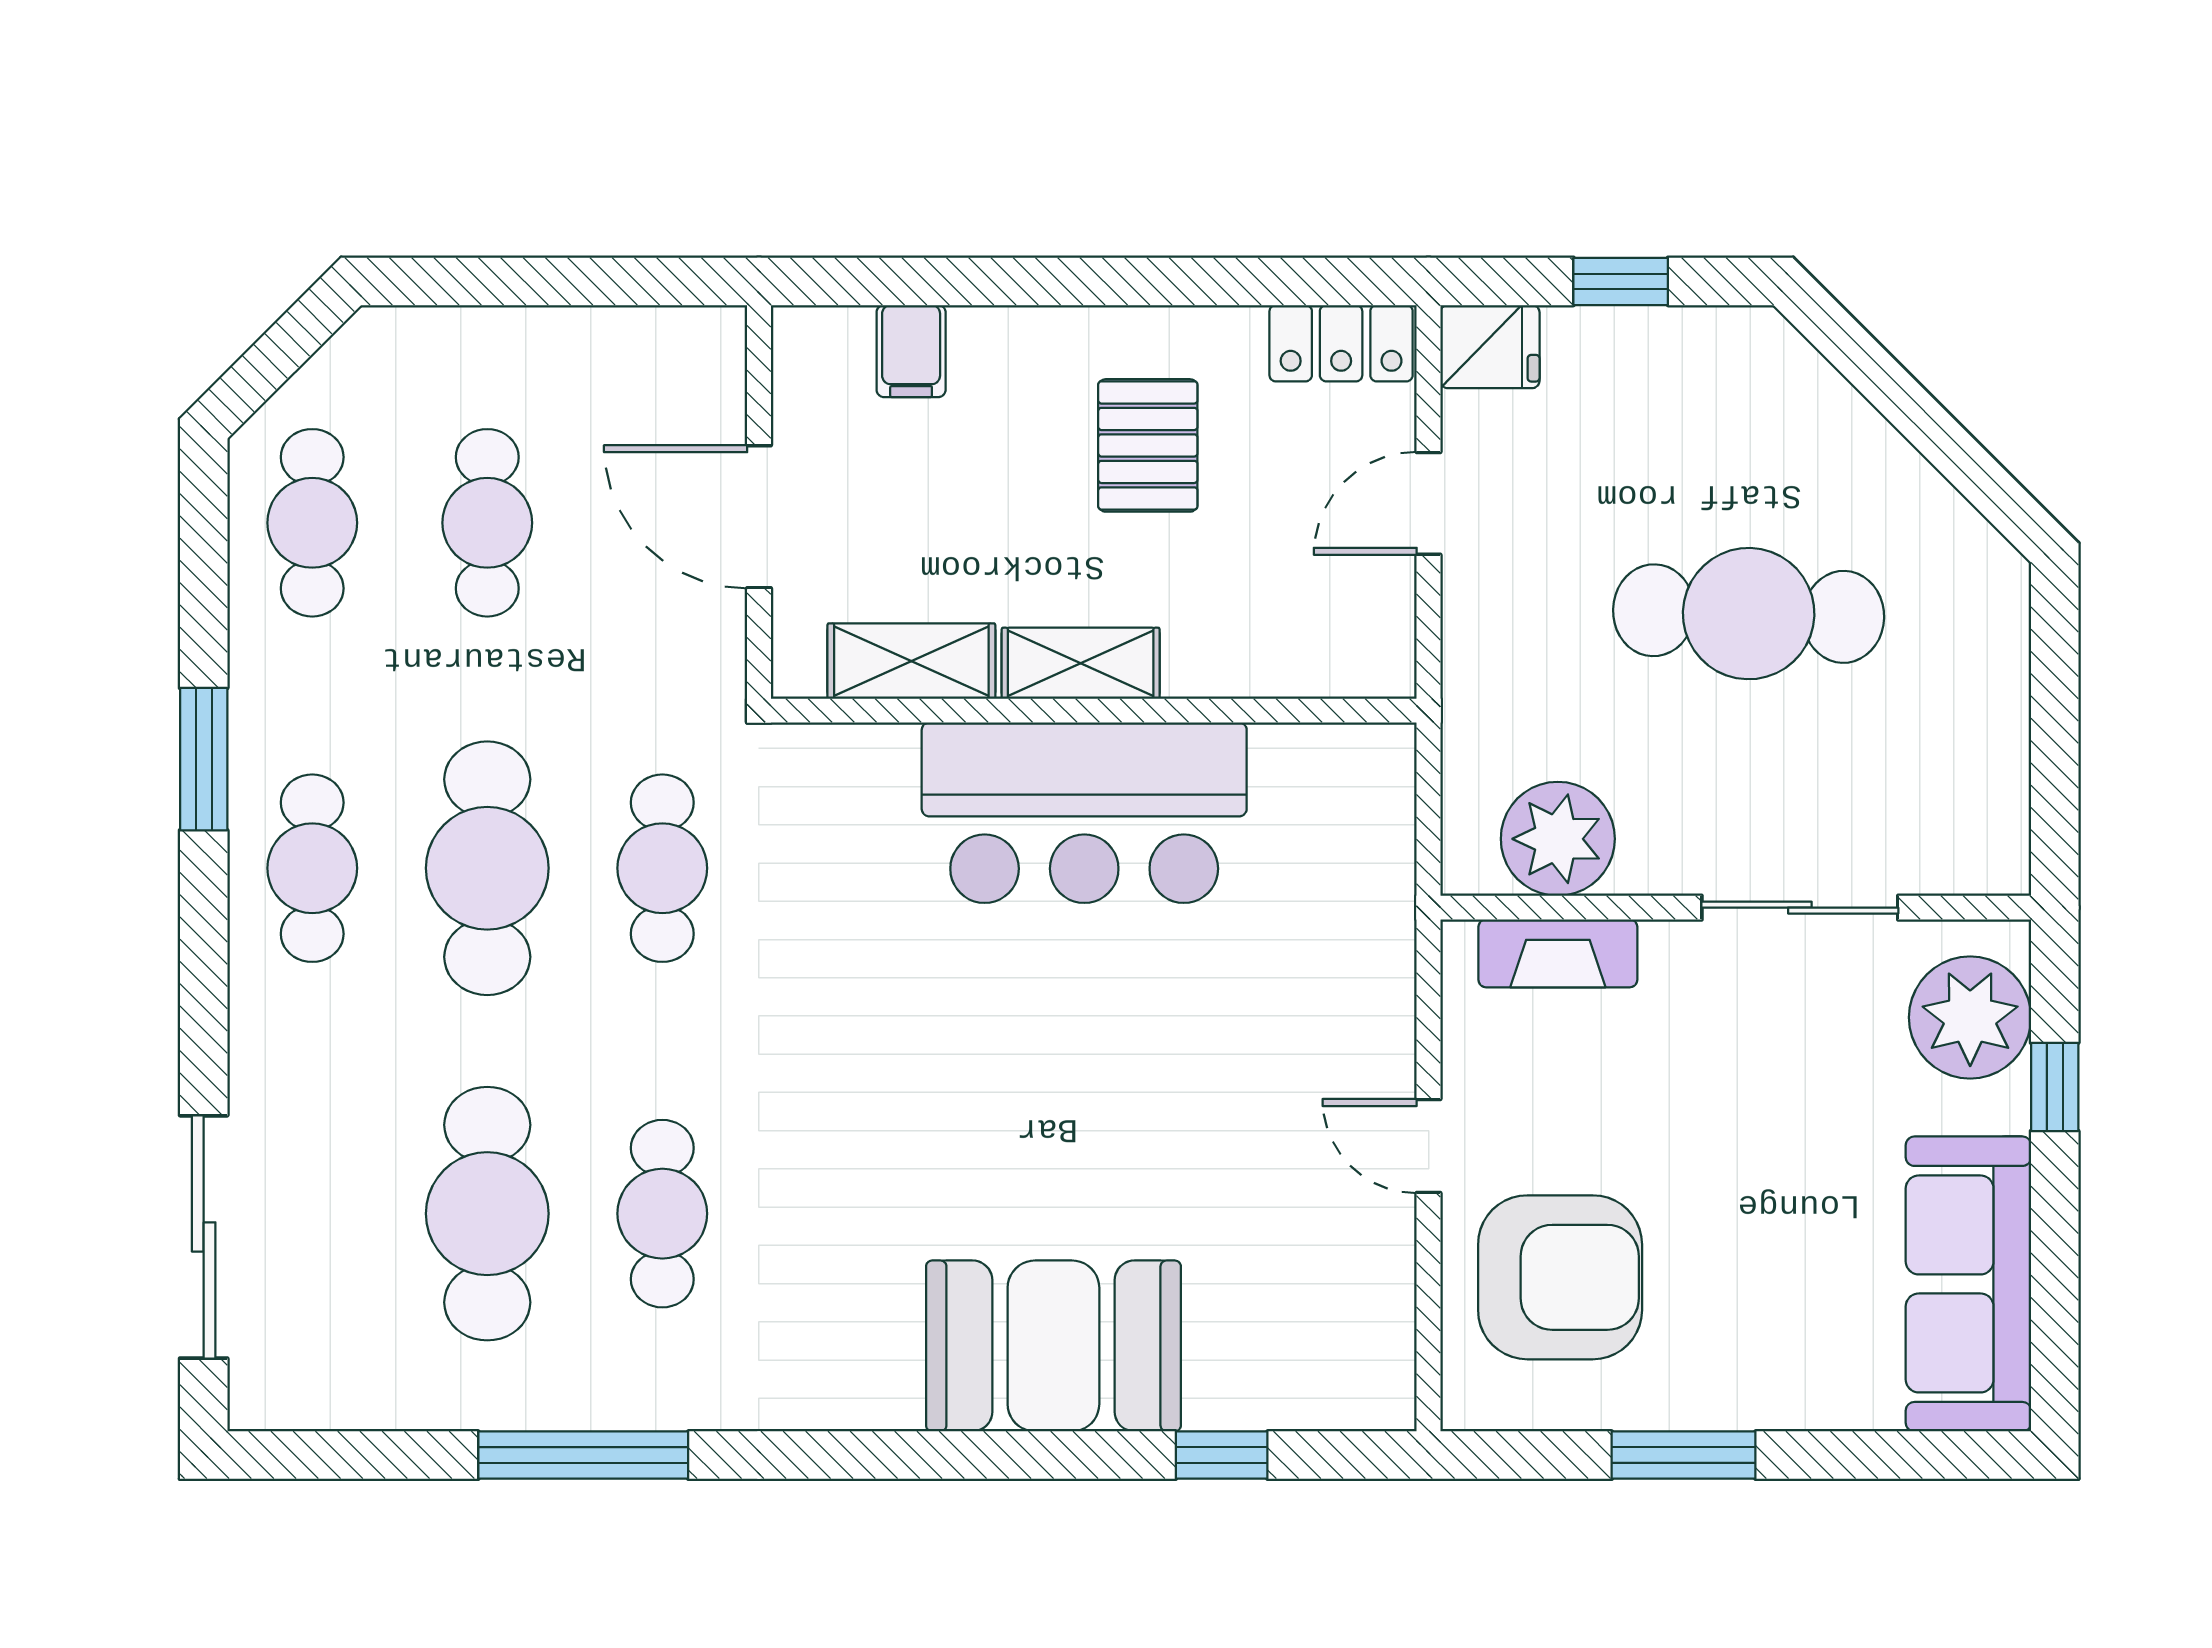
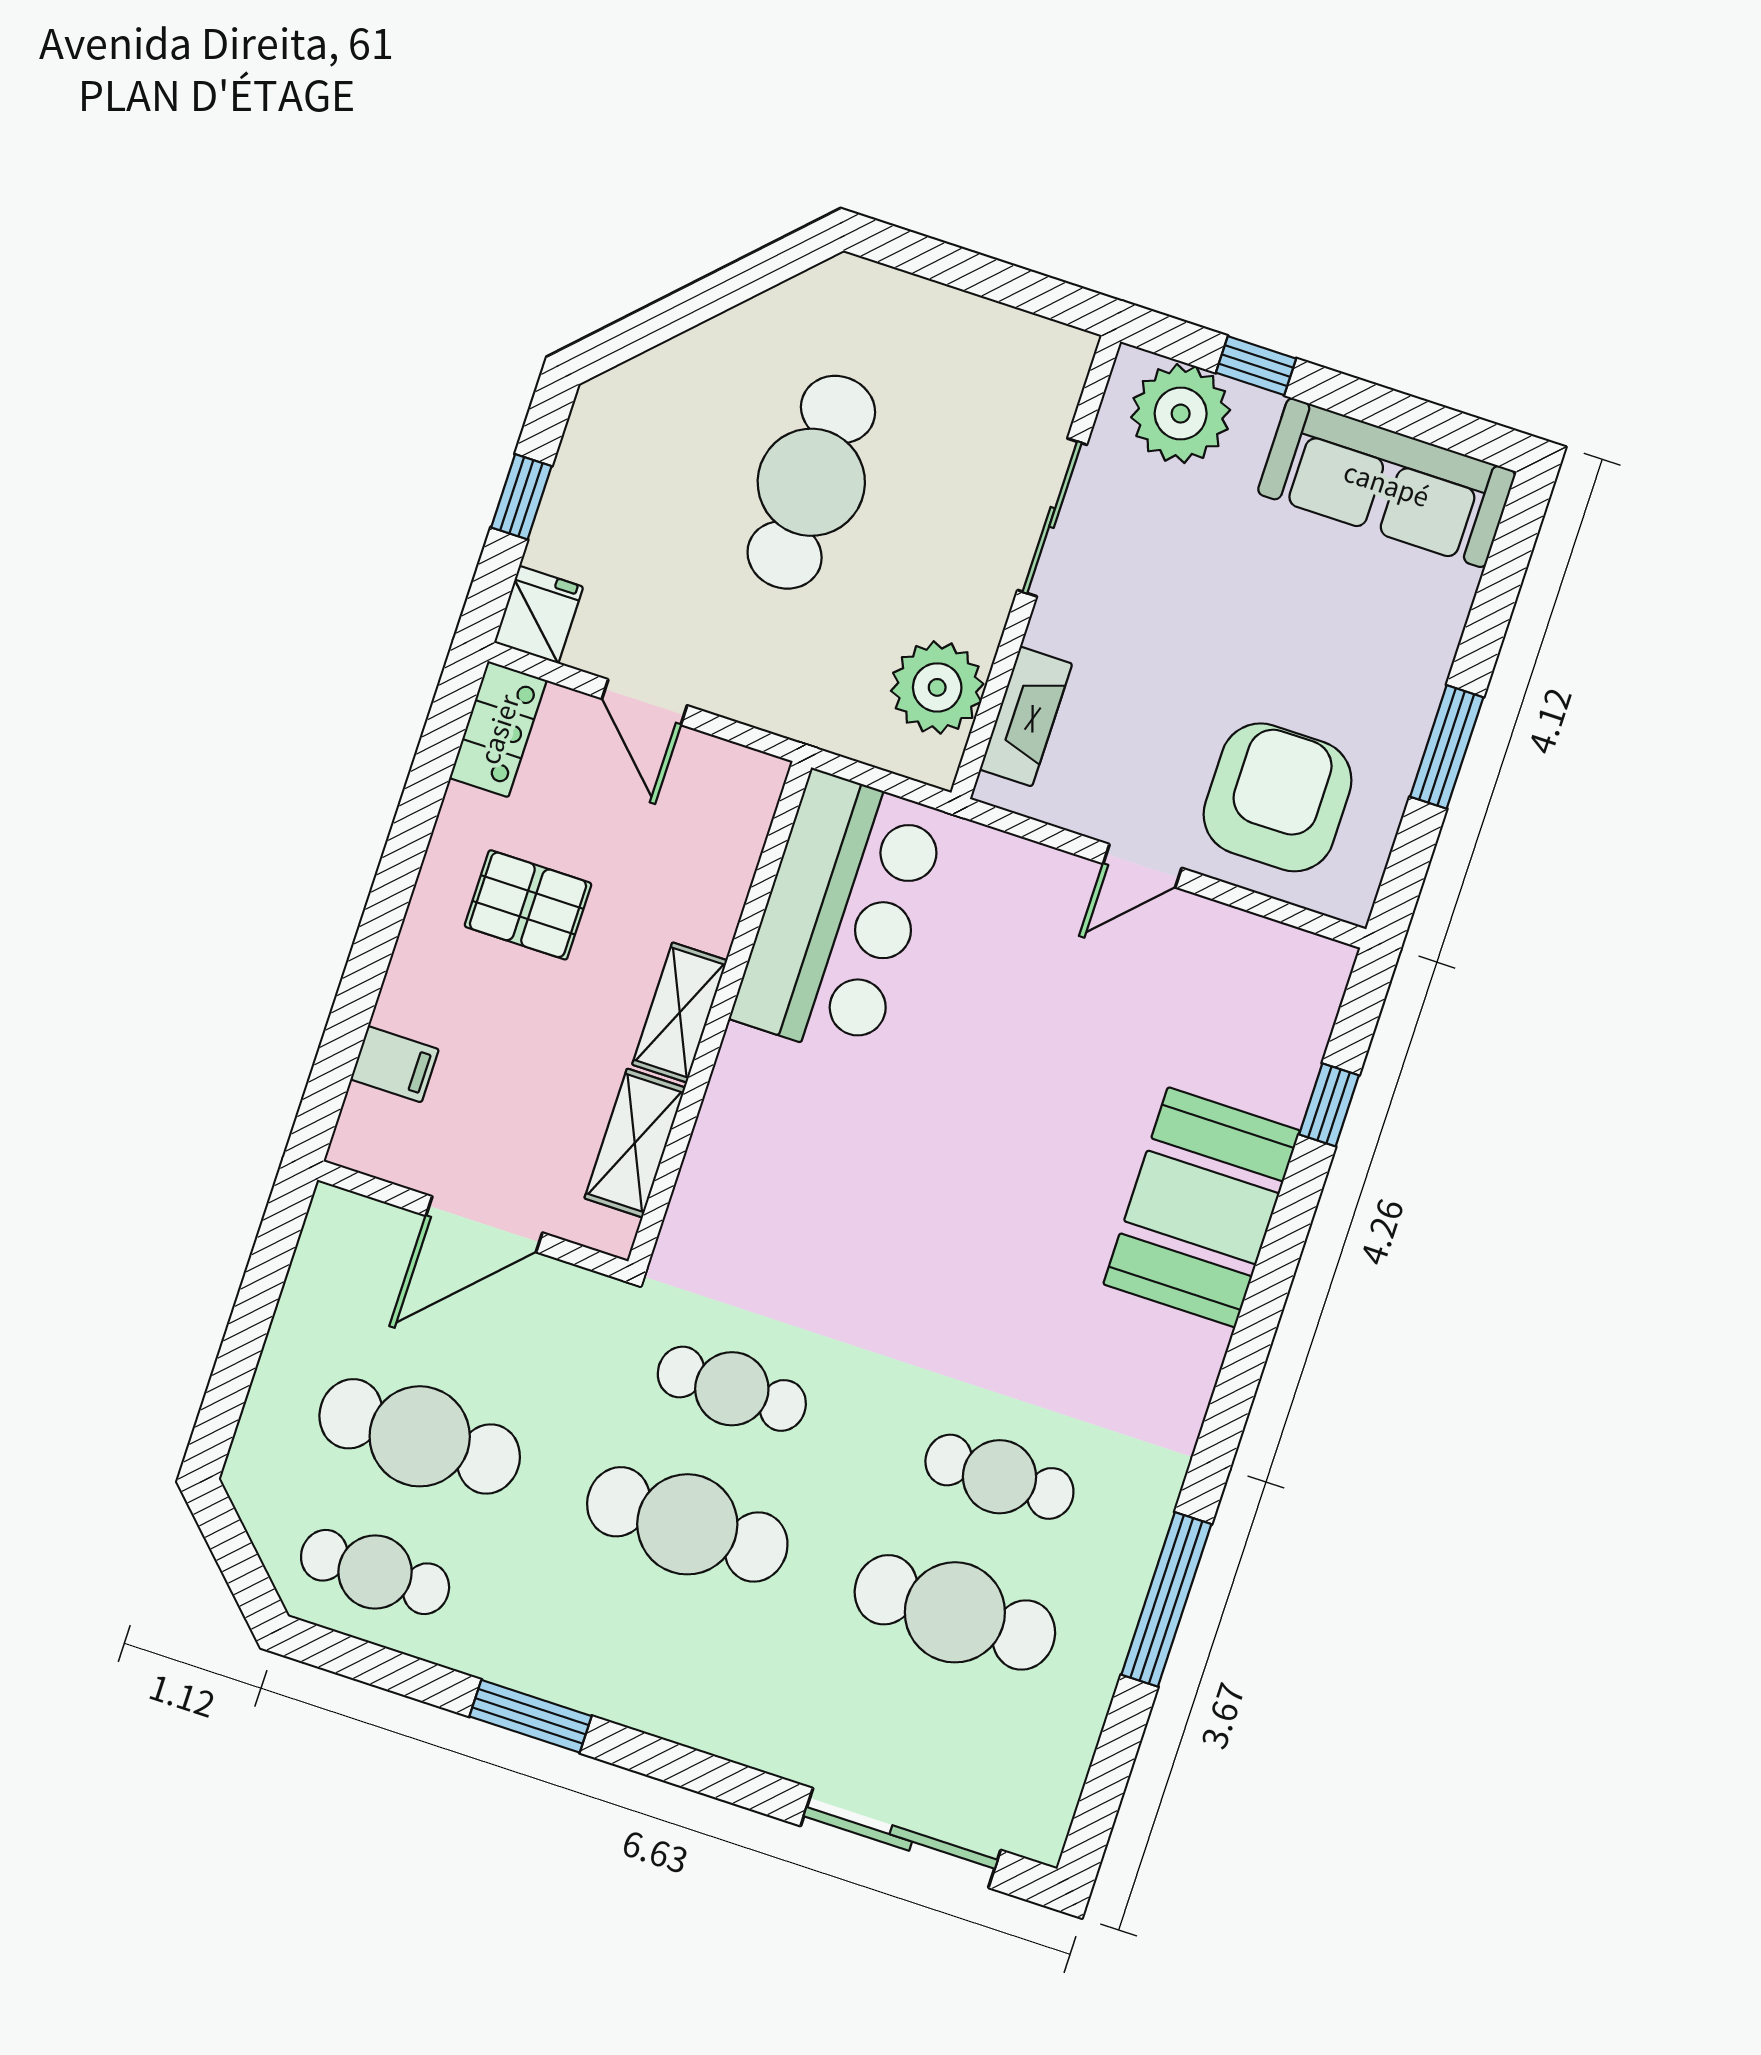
cafe table: (487, 523) -> (420, 1436), width x1.37, depth x1.35
bar counter: (1084, 813) -> (840, 916), moved
cafe table: (312, 868) -> (643, 1660), removed

